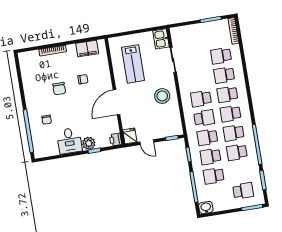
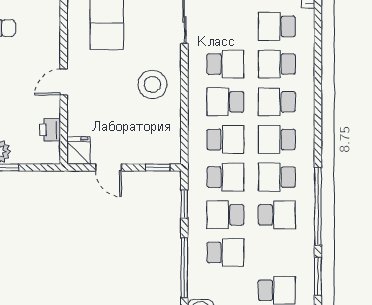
school desk: (198, 79) -> (225, 64), added
door: (117, 102) -> (64, 82), width x0.53
school desk: (207, 137) -> (225, 177), turned 180
printer: (116, 140) -> (50, 130), moved
school desk: (237, 152) -> (277, 215), turned 180
school desk: (214, 176) -> (225, 253), turned 180

